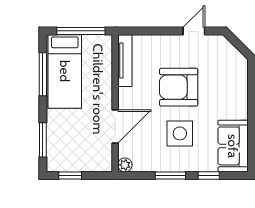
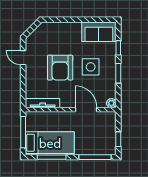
window: (43, 140) -> (95, 157), width x1.44

